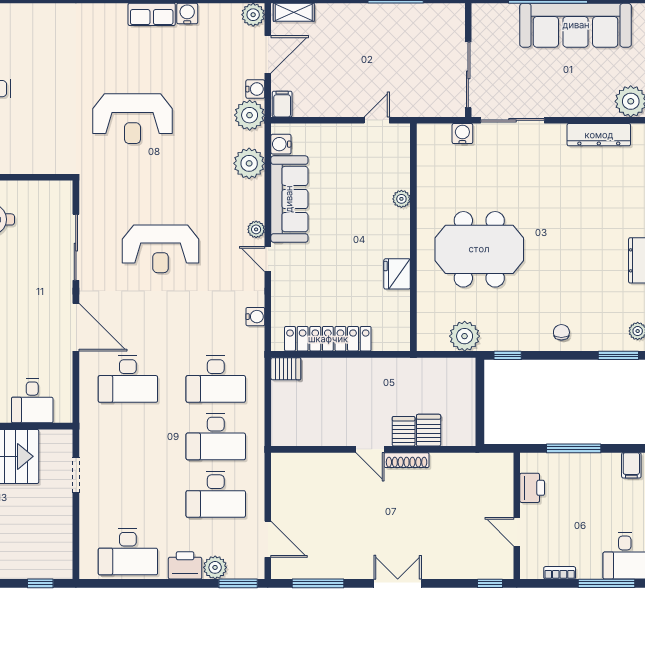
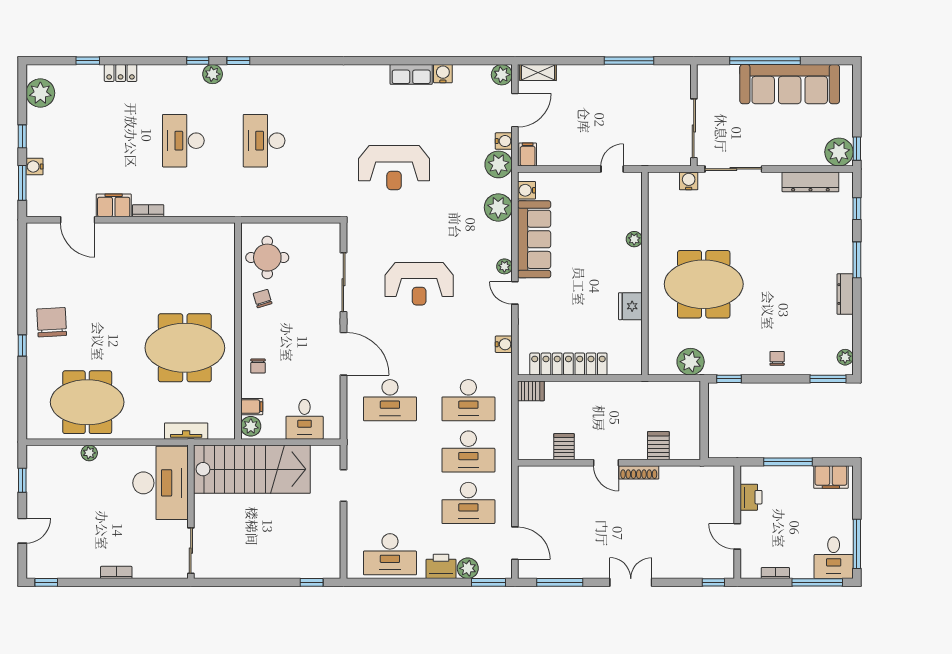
server rack: (404, 431) -> (564, 447), moved
filing cabinet: (631, 465) -> (831, 477), width x2.00

